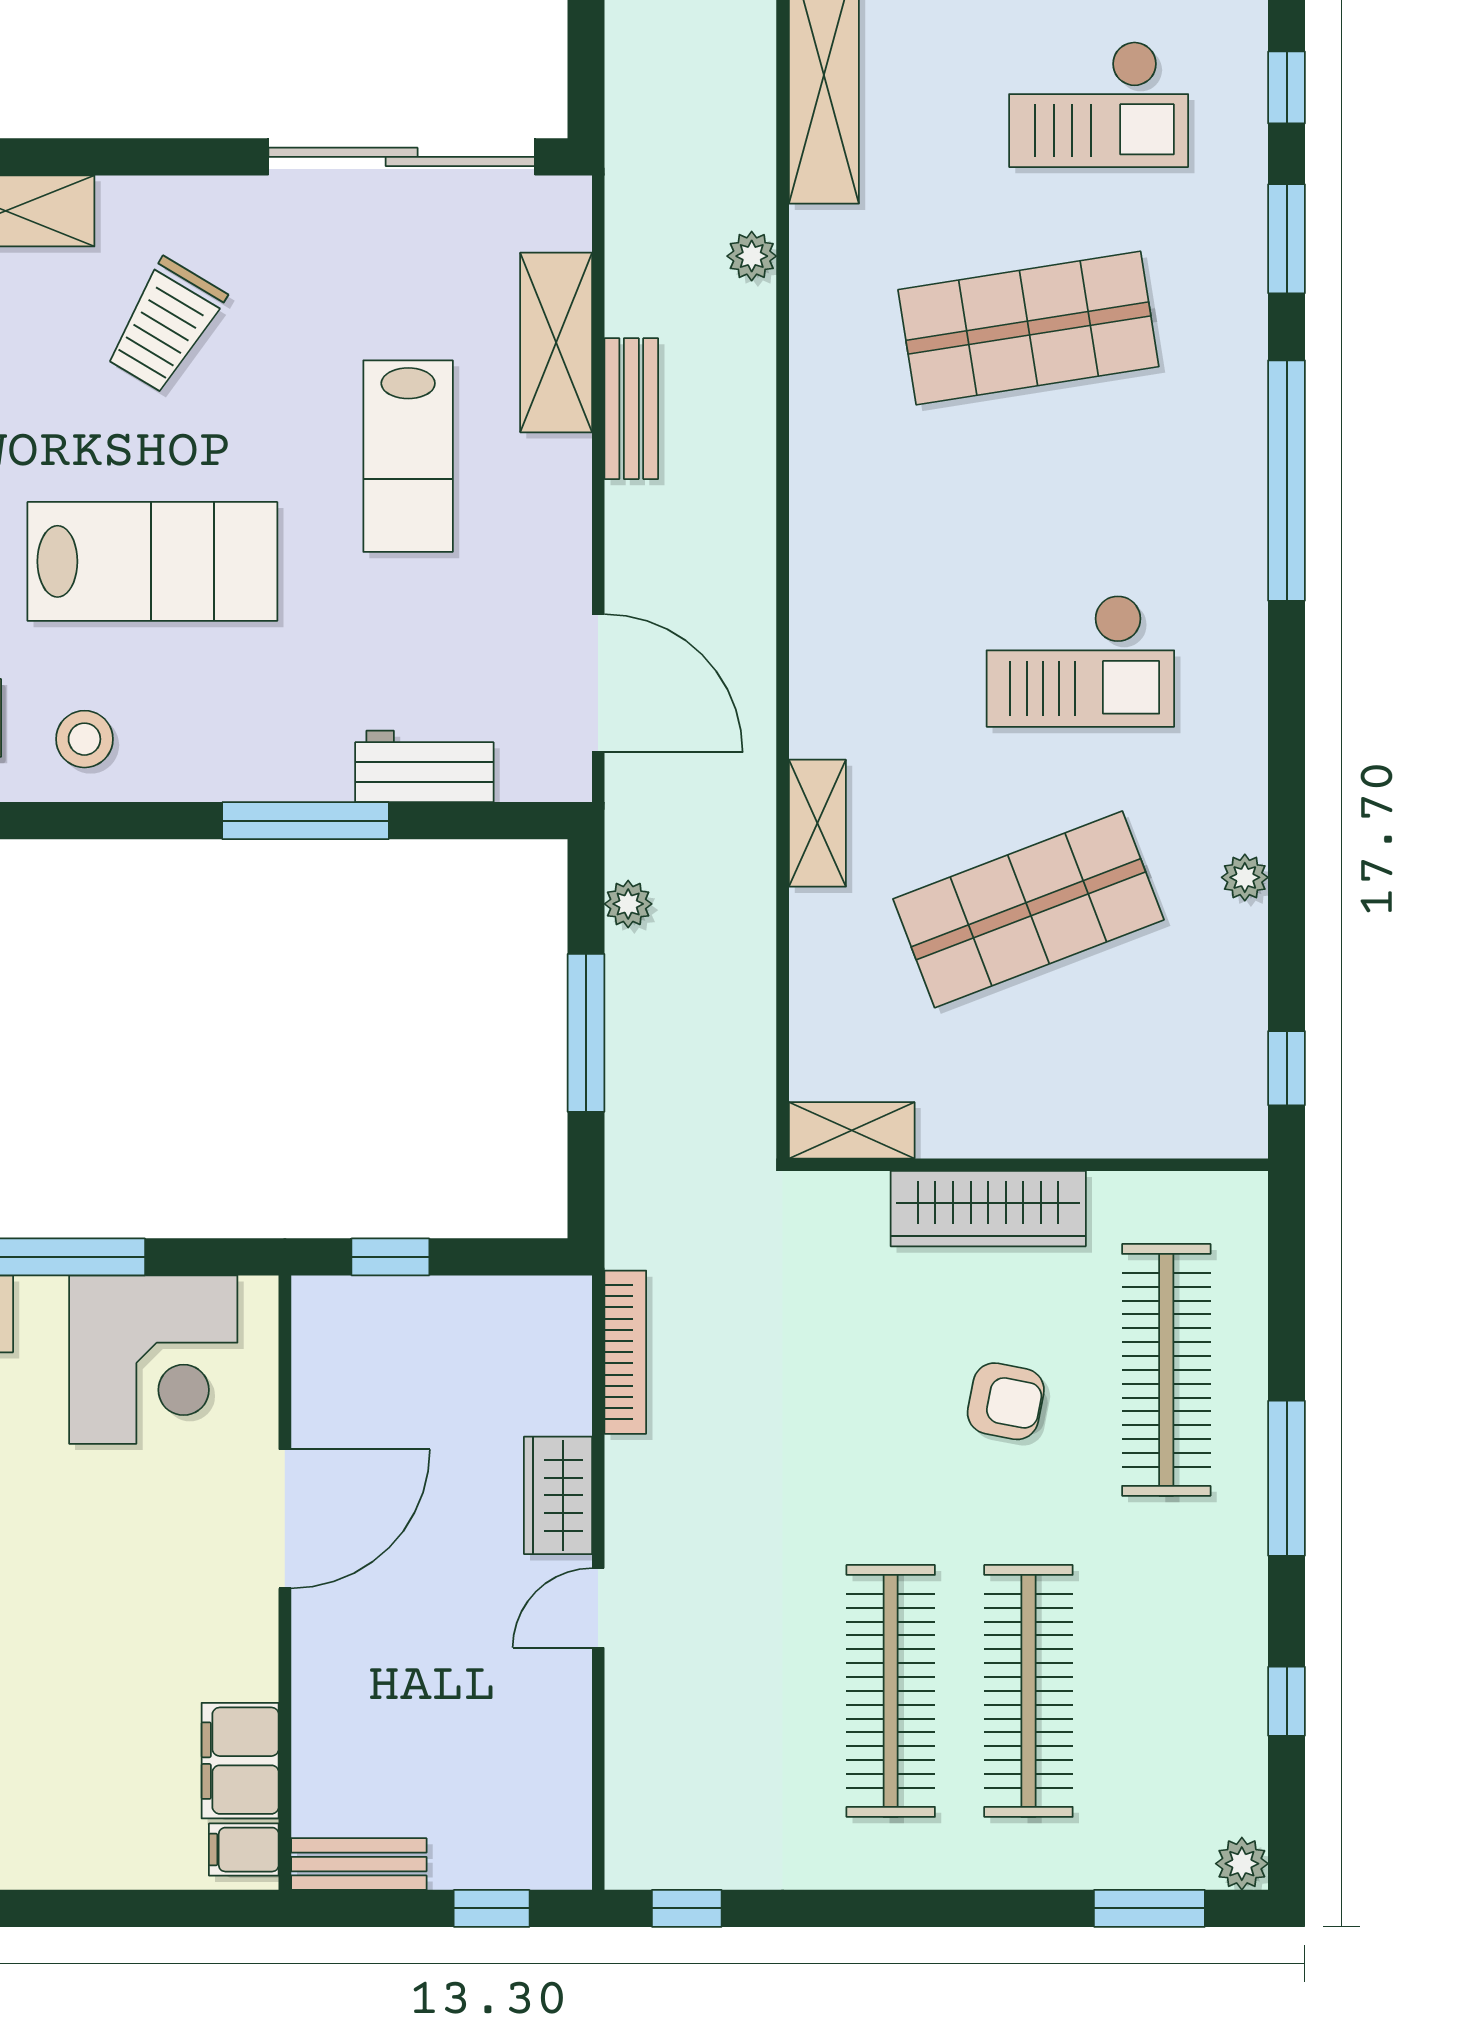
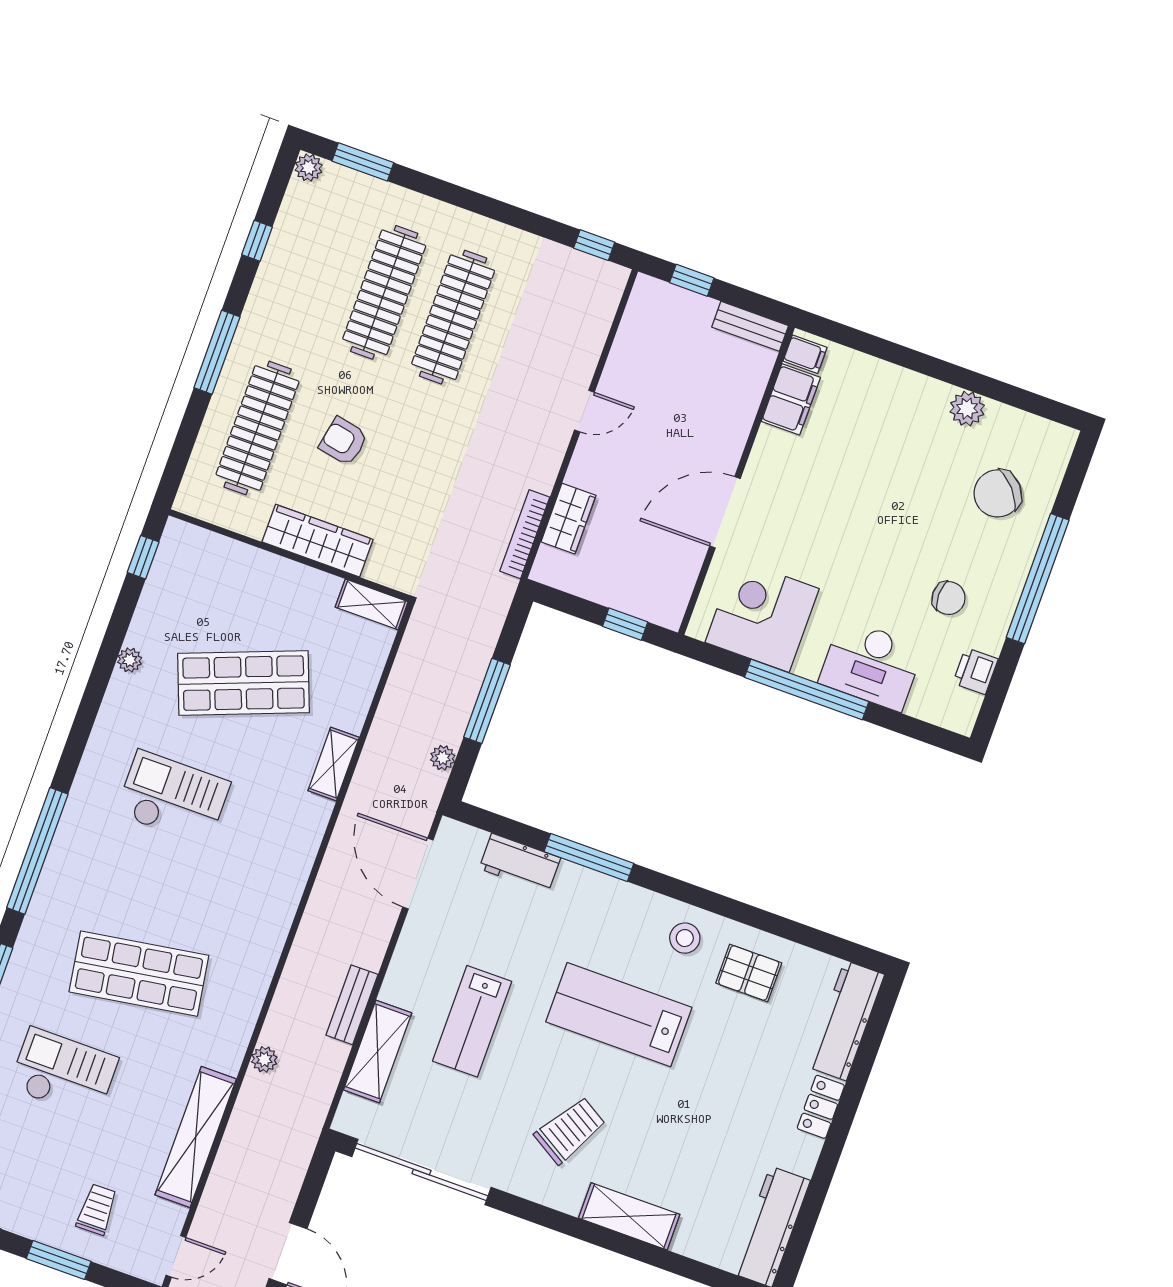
lab bench: (408, 456) -> (472, 1021), turned 180
wardrobe: (558, 1495) -> (568, 519), moved

